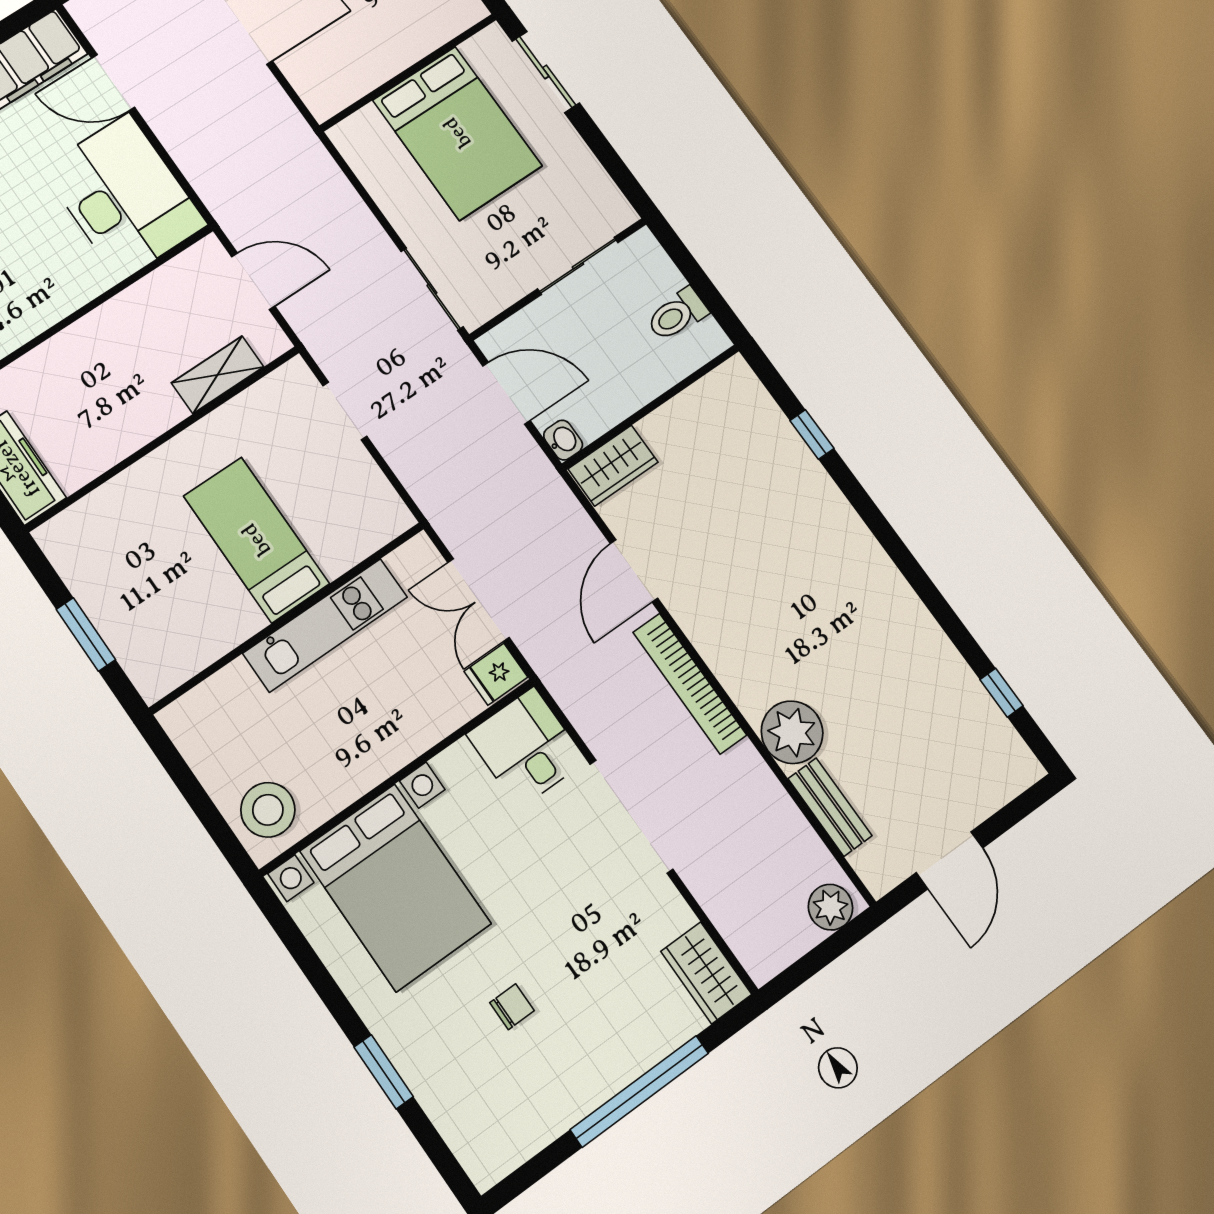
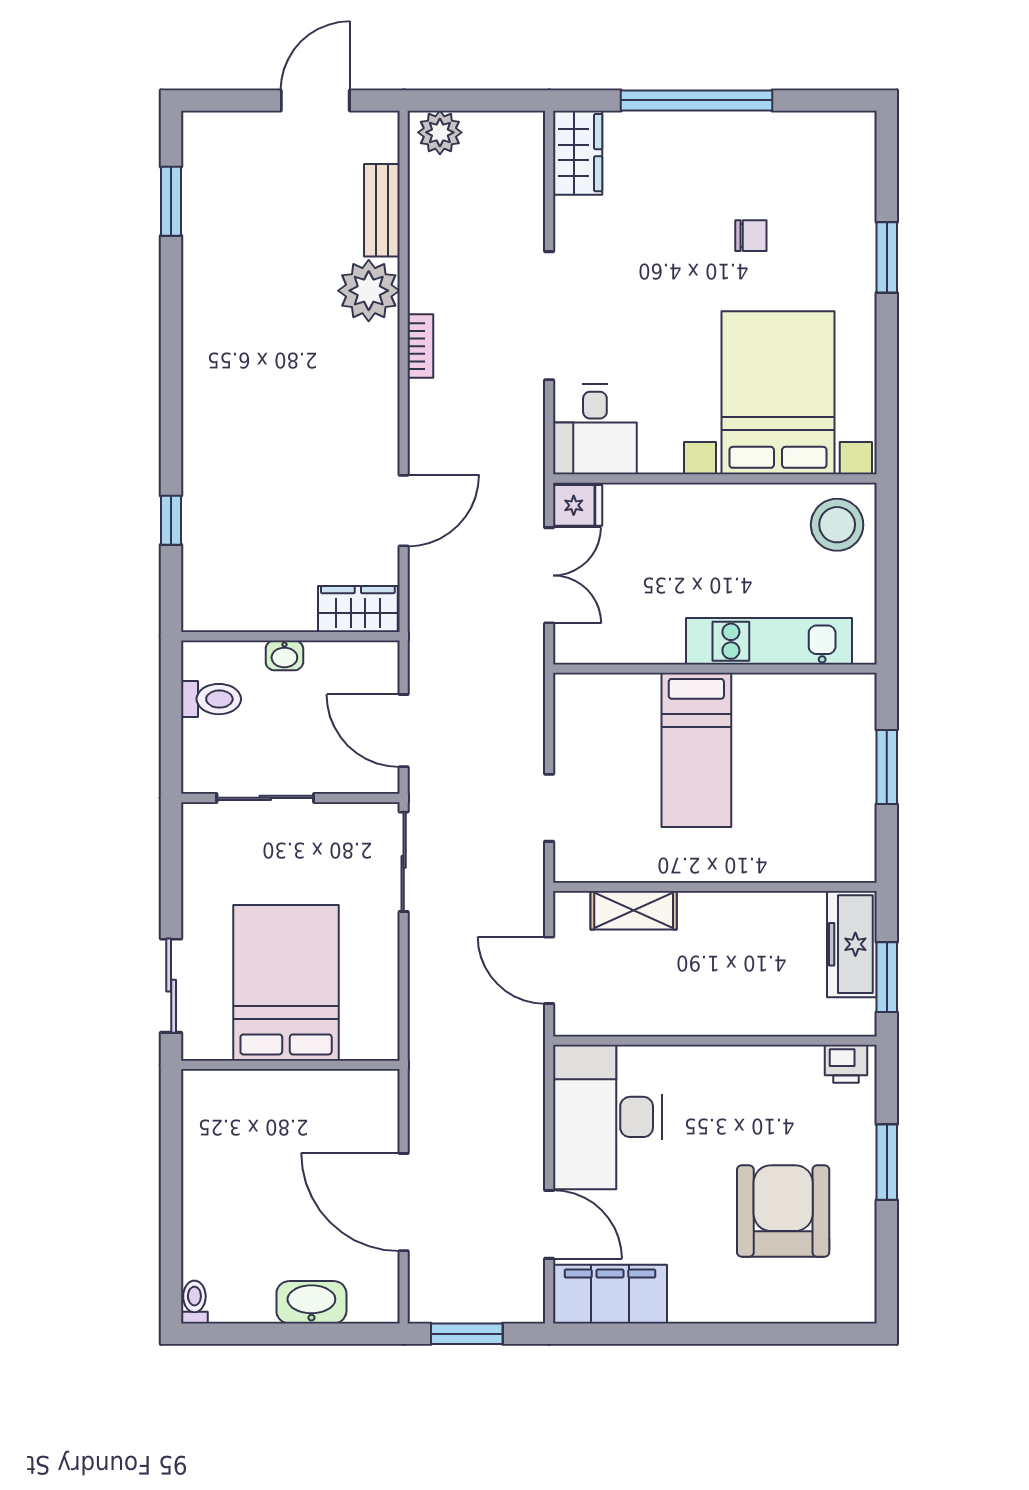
washbasin: (563, 440) -> (284, 655), moved, turned -90
kitchen unit: (325, 625) -> (769, 641), moved
bookcase: (690, 684) -> (420, 346), width x0.43, depth x0.76
window: (1001, 693) -> (171, 201), width x1.50
chair: (512, 1007) -> (751, 236), turned 180

